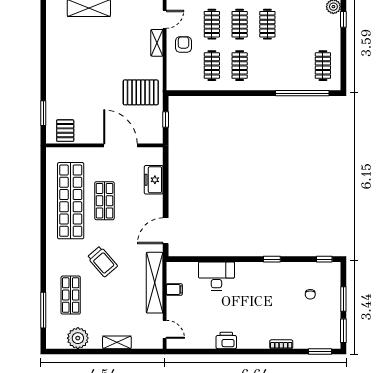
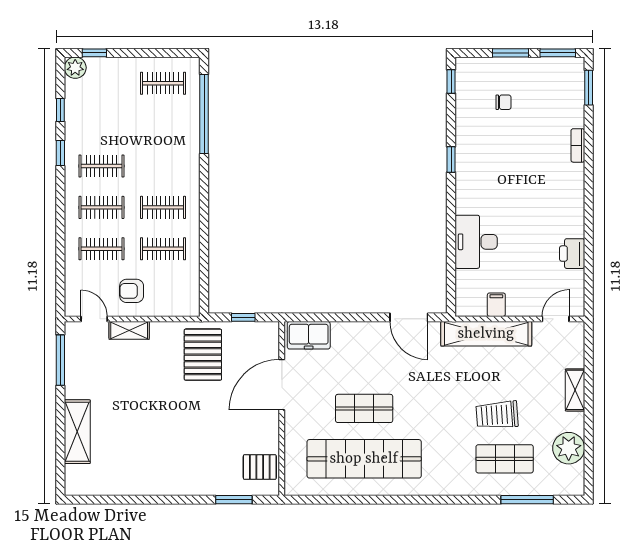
freezer: (154, 180) -> (309, 335), moved
trolley: (102, 262) -> (497, 415), moved, turned -143
printer: (226, 340) -> (572, 254), moved

